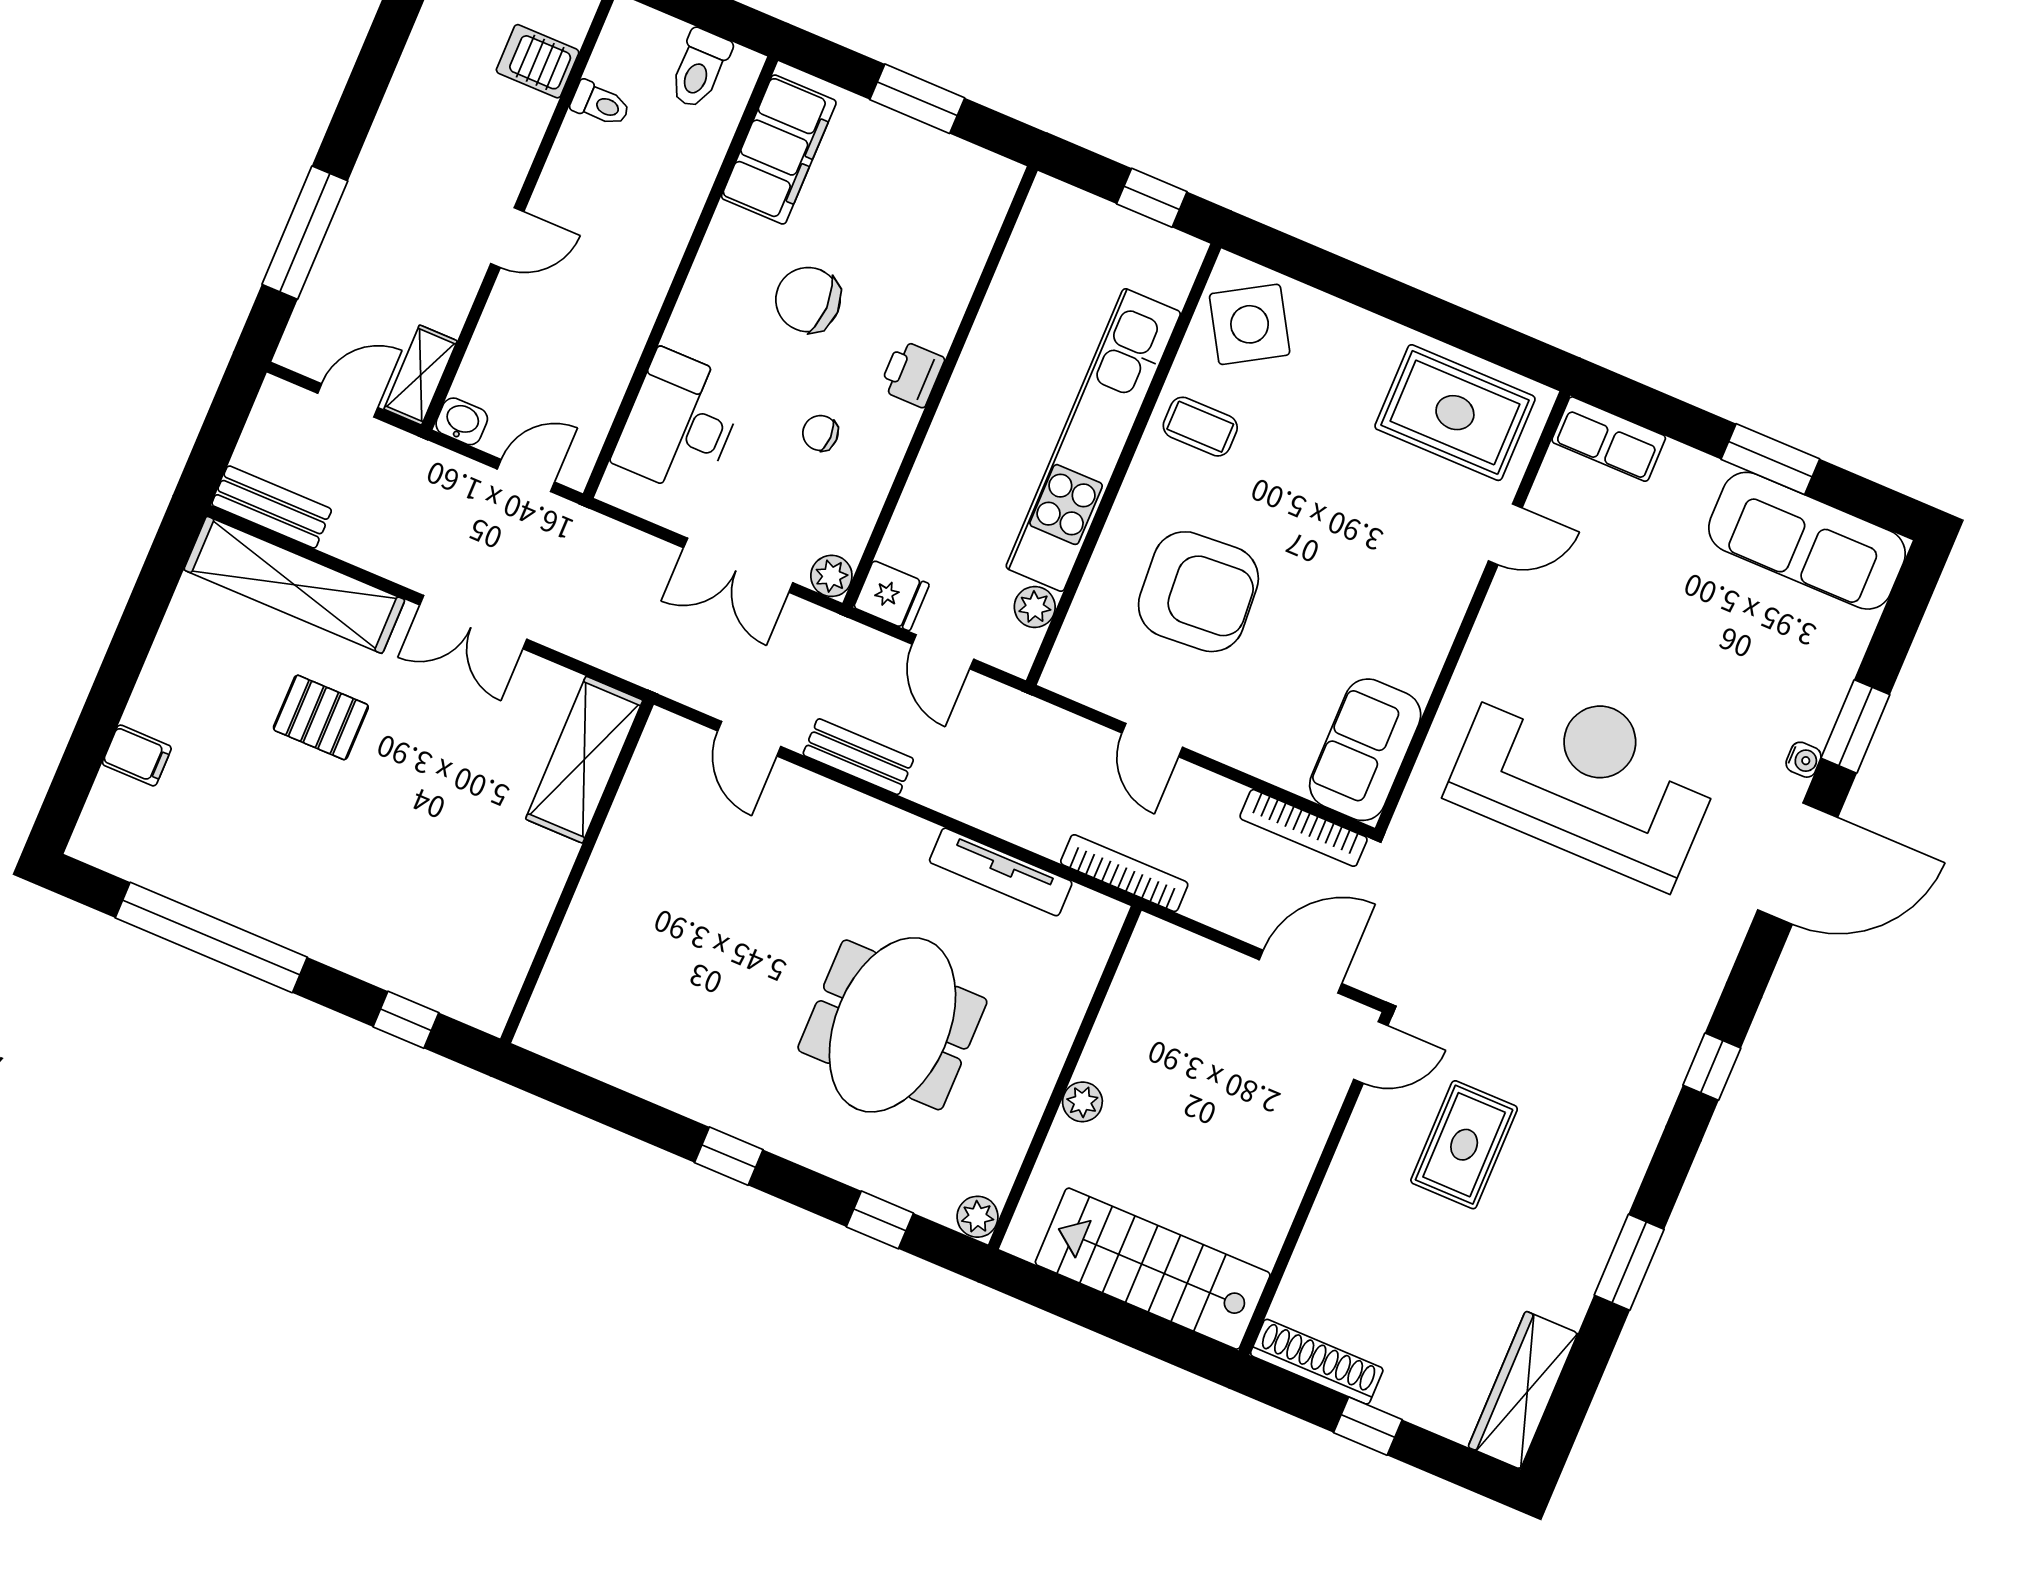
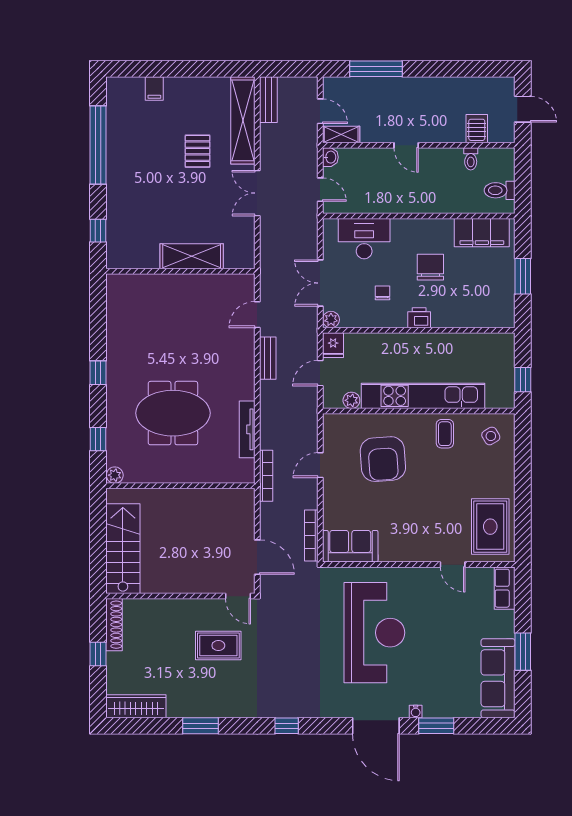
side table: (1250, 324) -> (491, 436), width x0.54, depth x0.54
shelving: (584, 760) -> (192, 256), moved
plant: (1082, 1102) -> (174, 496), removed

